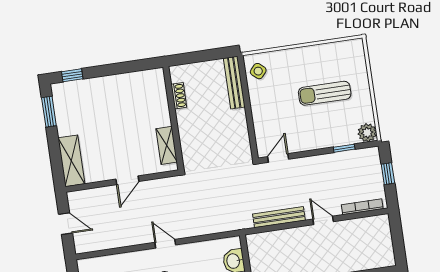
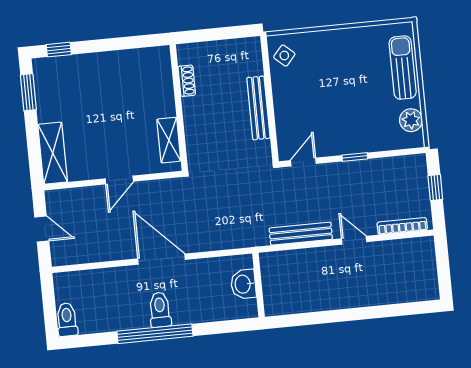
bench: (234, 83) -> (258, 108), moved
sun lounger: (325, 93) -> (403, 68), moved, turned 90
plant: (367, 133) -> (411, 120), moved
window: (344, 148) -> (355, 157), moved
door: (165, 244) -> (161, 259), width x1.88

